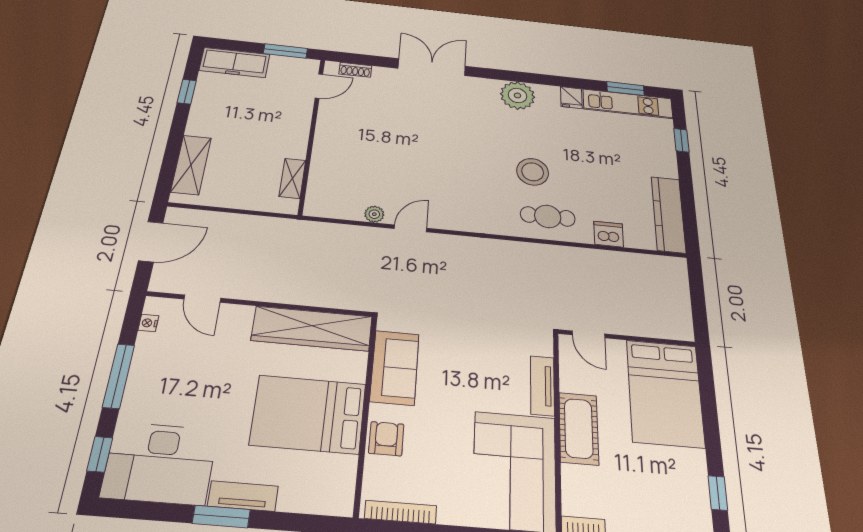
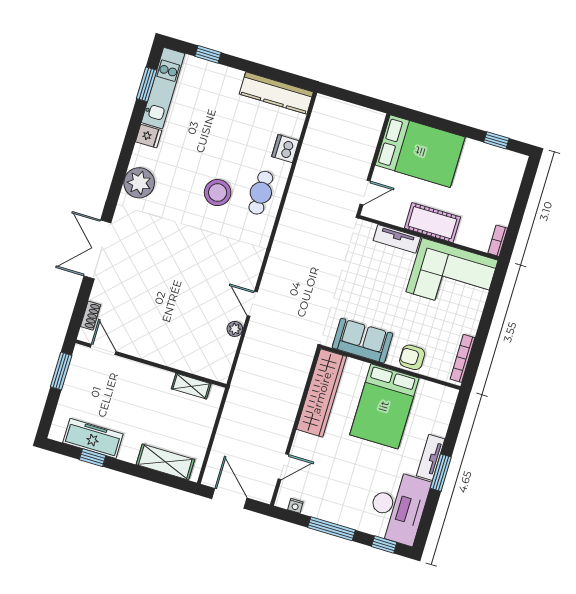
freezer: (235, 62) -> (93, 438), moved, turned -90

